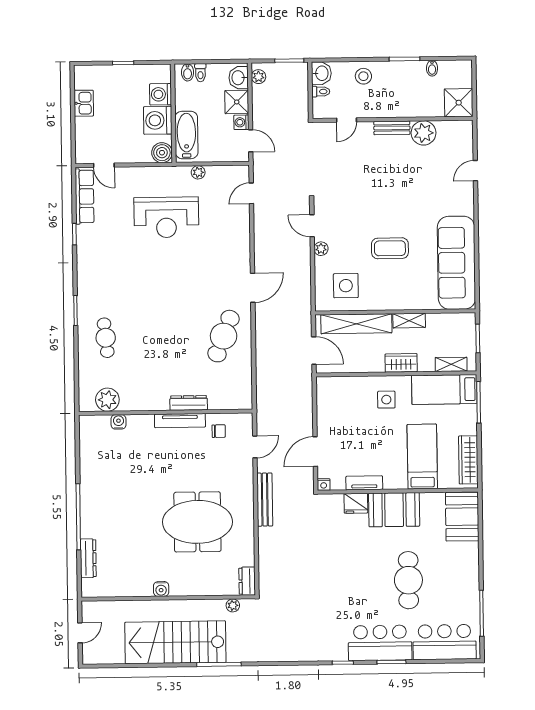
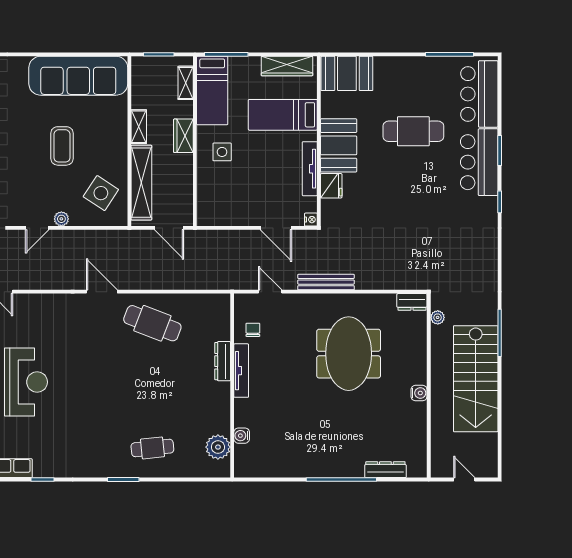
side table: (346, 286) -> (101, 193), turned 33
door: (314, 351) -> (169, 228), swing flipped
tv unit: (364, 483) -> (310, 169), width x1.41

